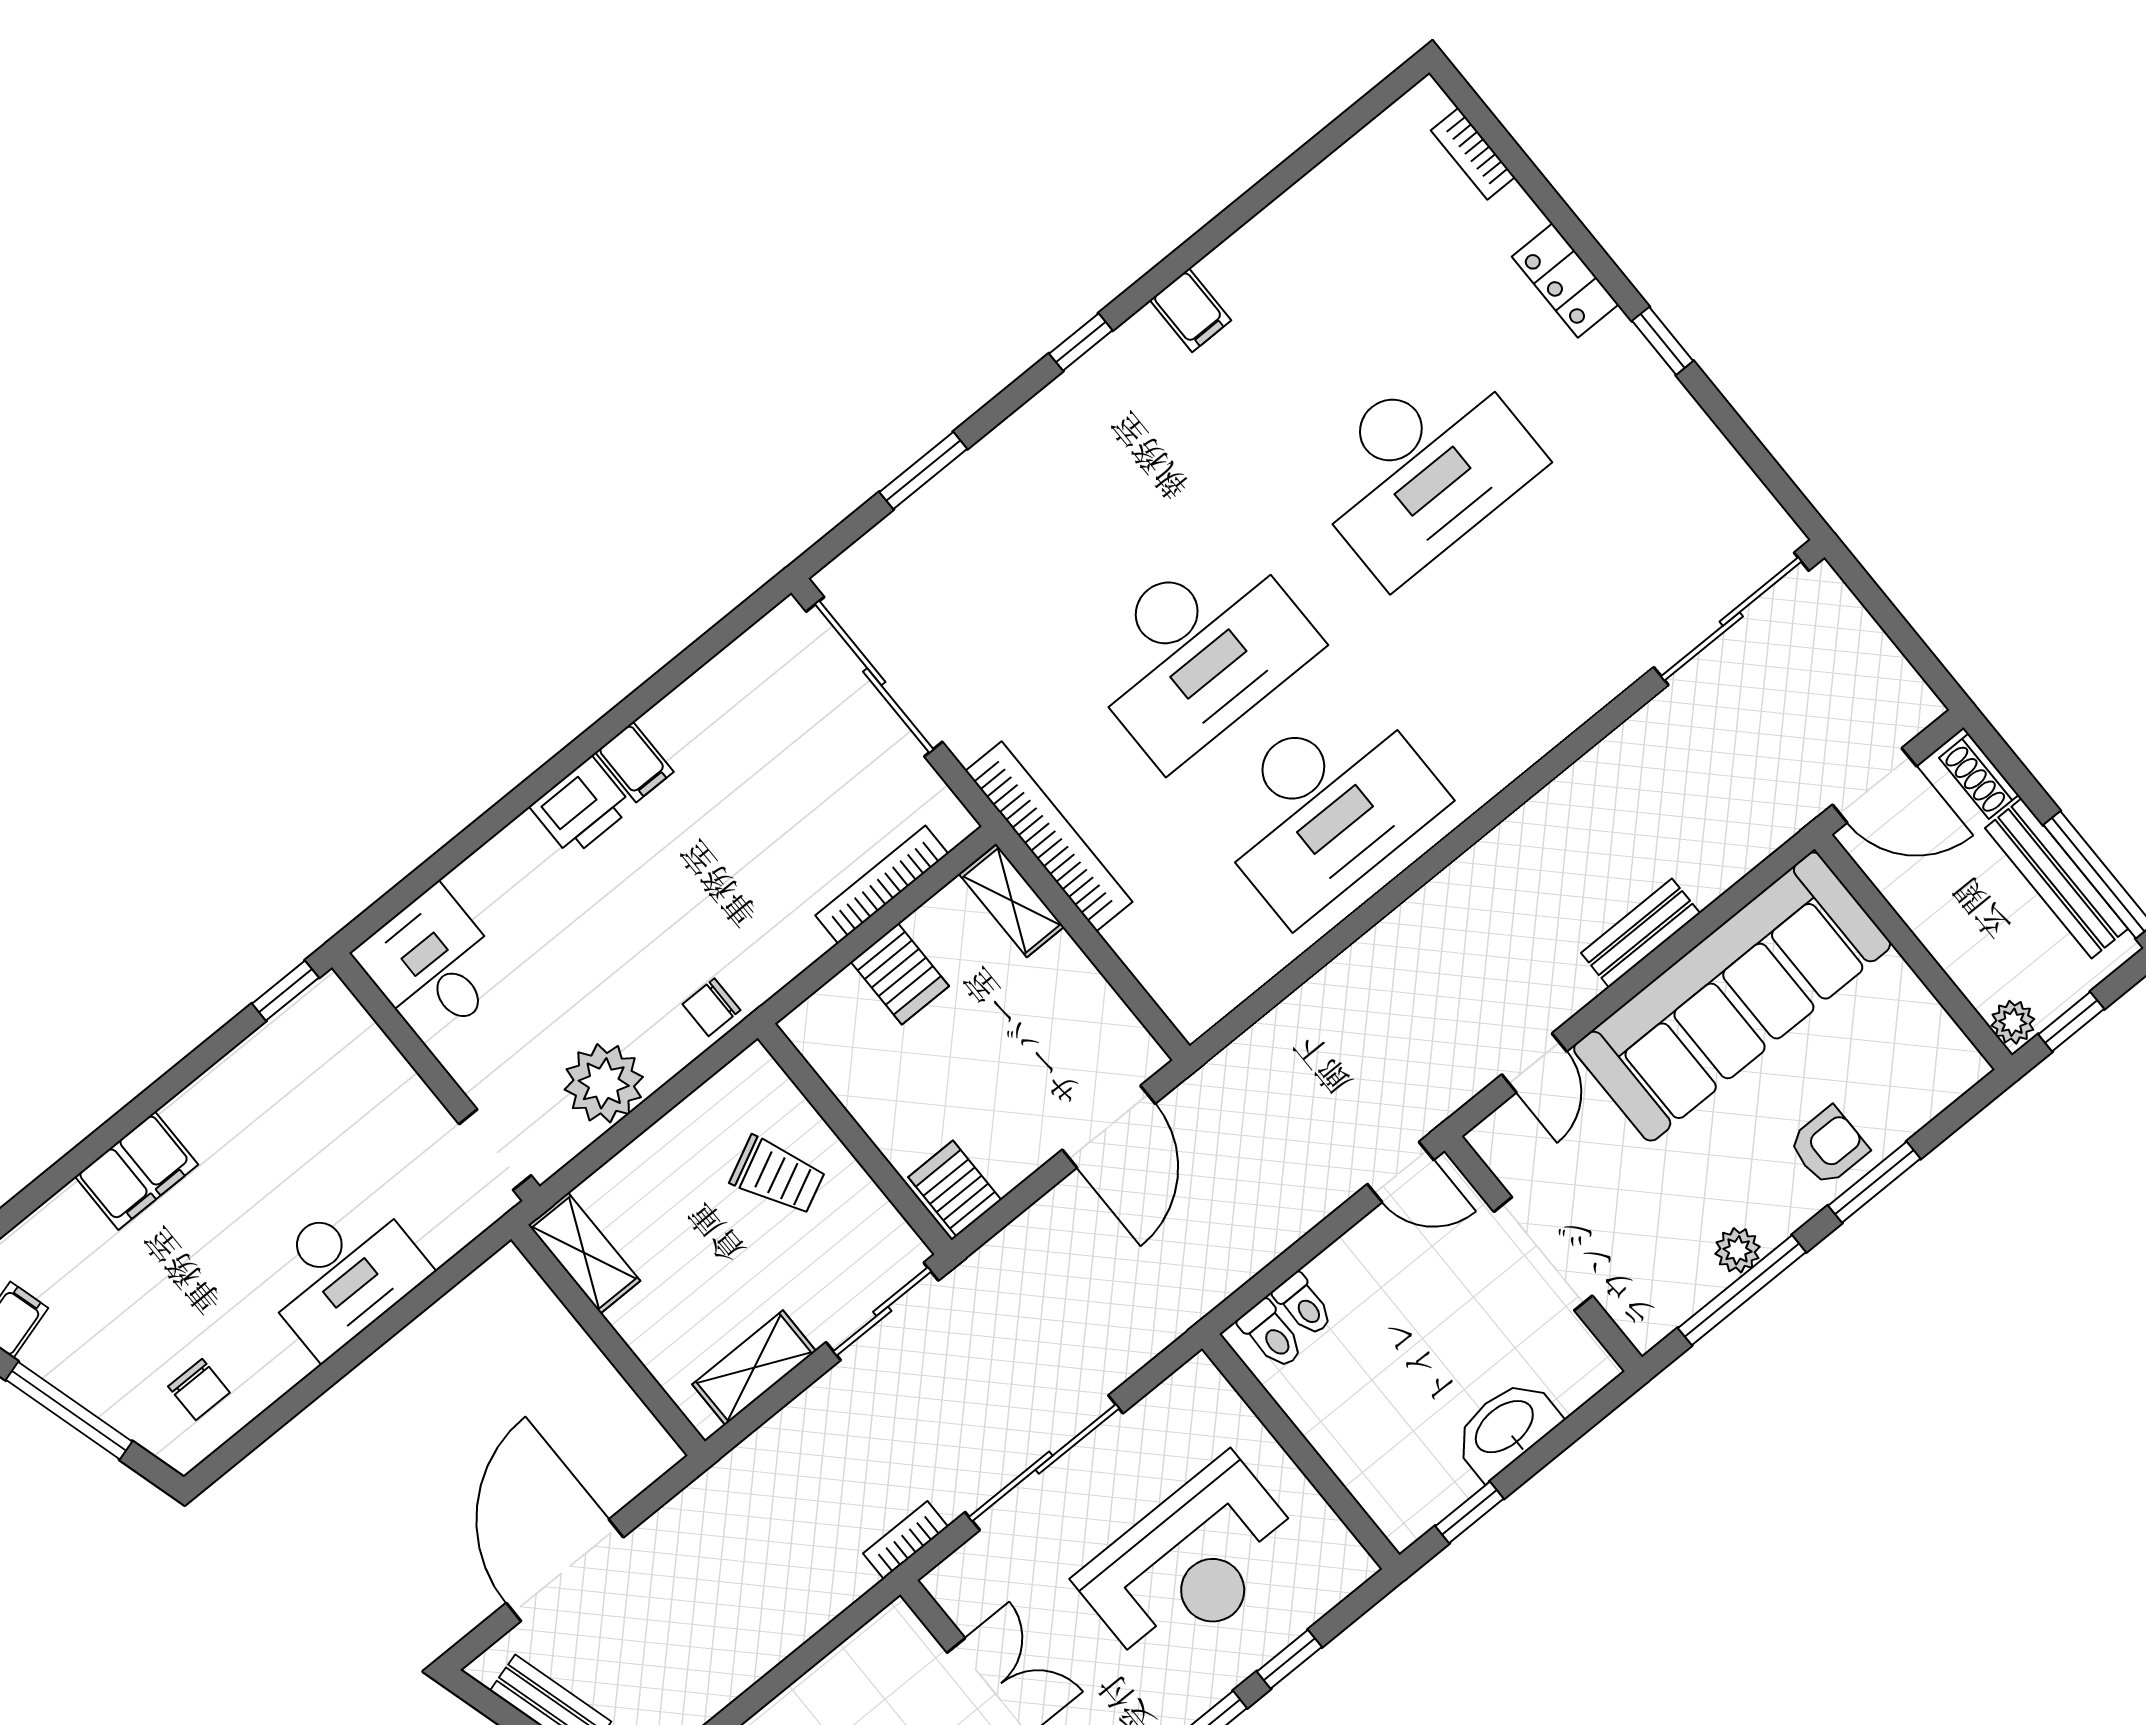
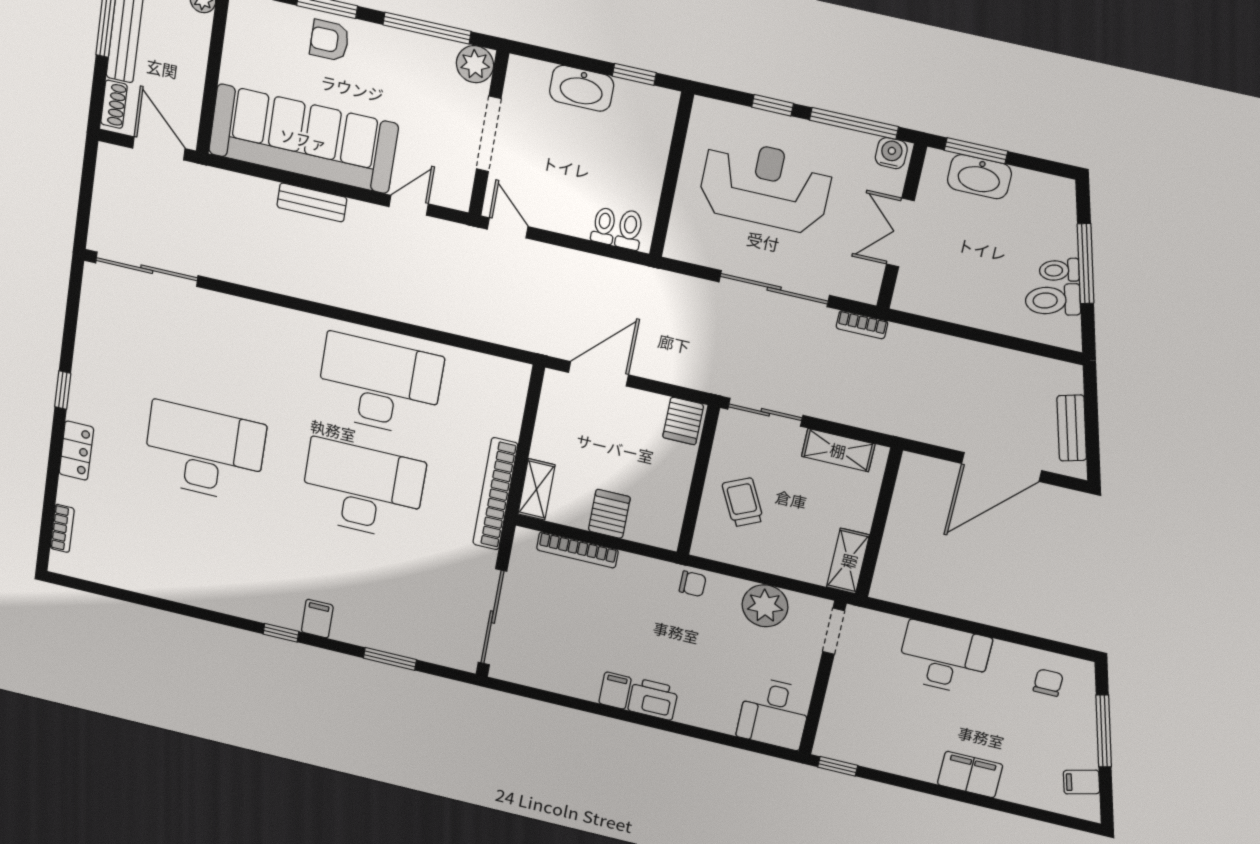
filing cabinet: (1190, 310) -> (317, 619), moved
plant: (1738, 1250) -> (475, 64), moved, width x1.38, depth x1.38

